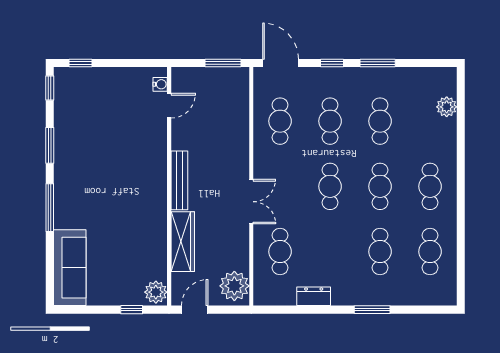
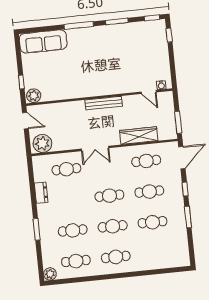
plant: (447, 107) -> (50, 274), moved
wardrobe: (183, 242) -> (139, 136), moved, turned 180

